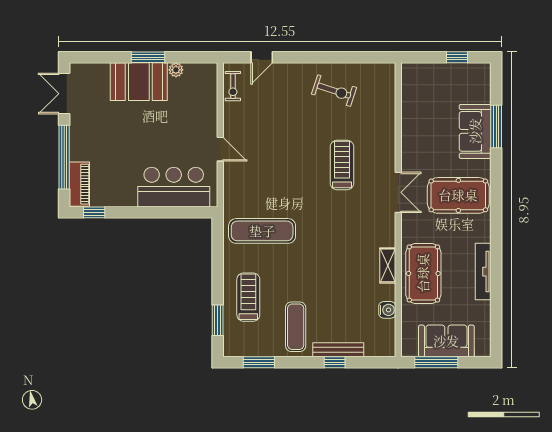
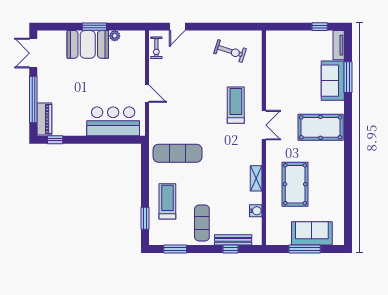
double door: (398, 192) -> (264, 125), moved
wall: (398, 210) -> (264, 138), moved
shelving: (388, 265) -> (256, 178), moved
tv unit: (483, 272) -> (339, 45), moved, width x0.71
water cooler: (387, 310) -> (256, 211), moved

